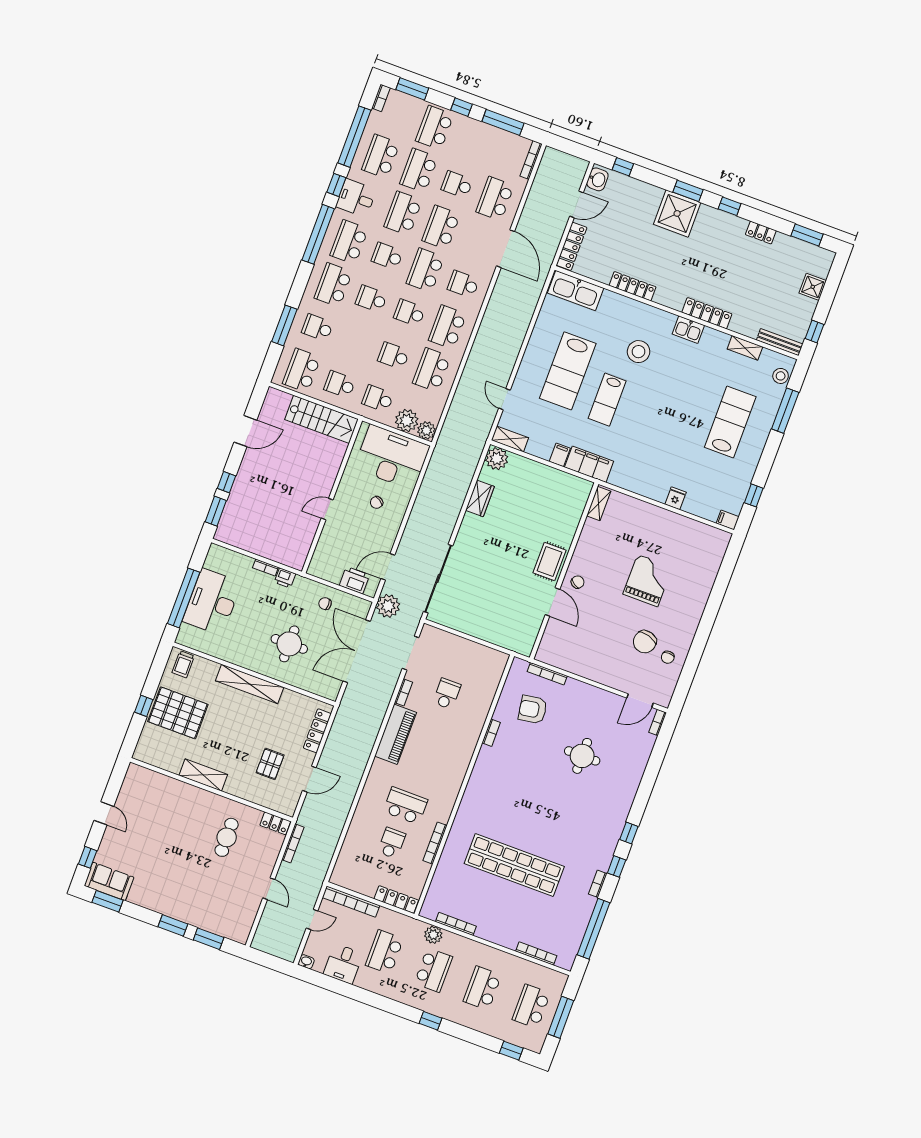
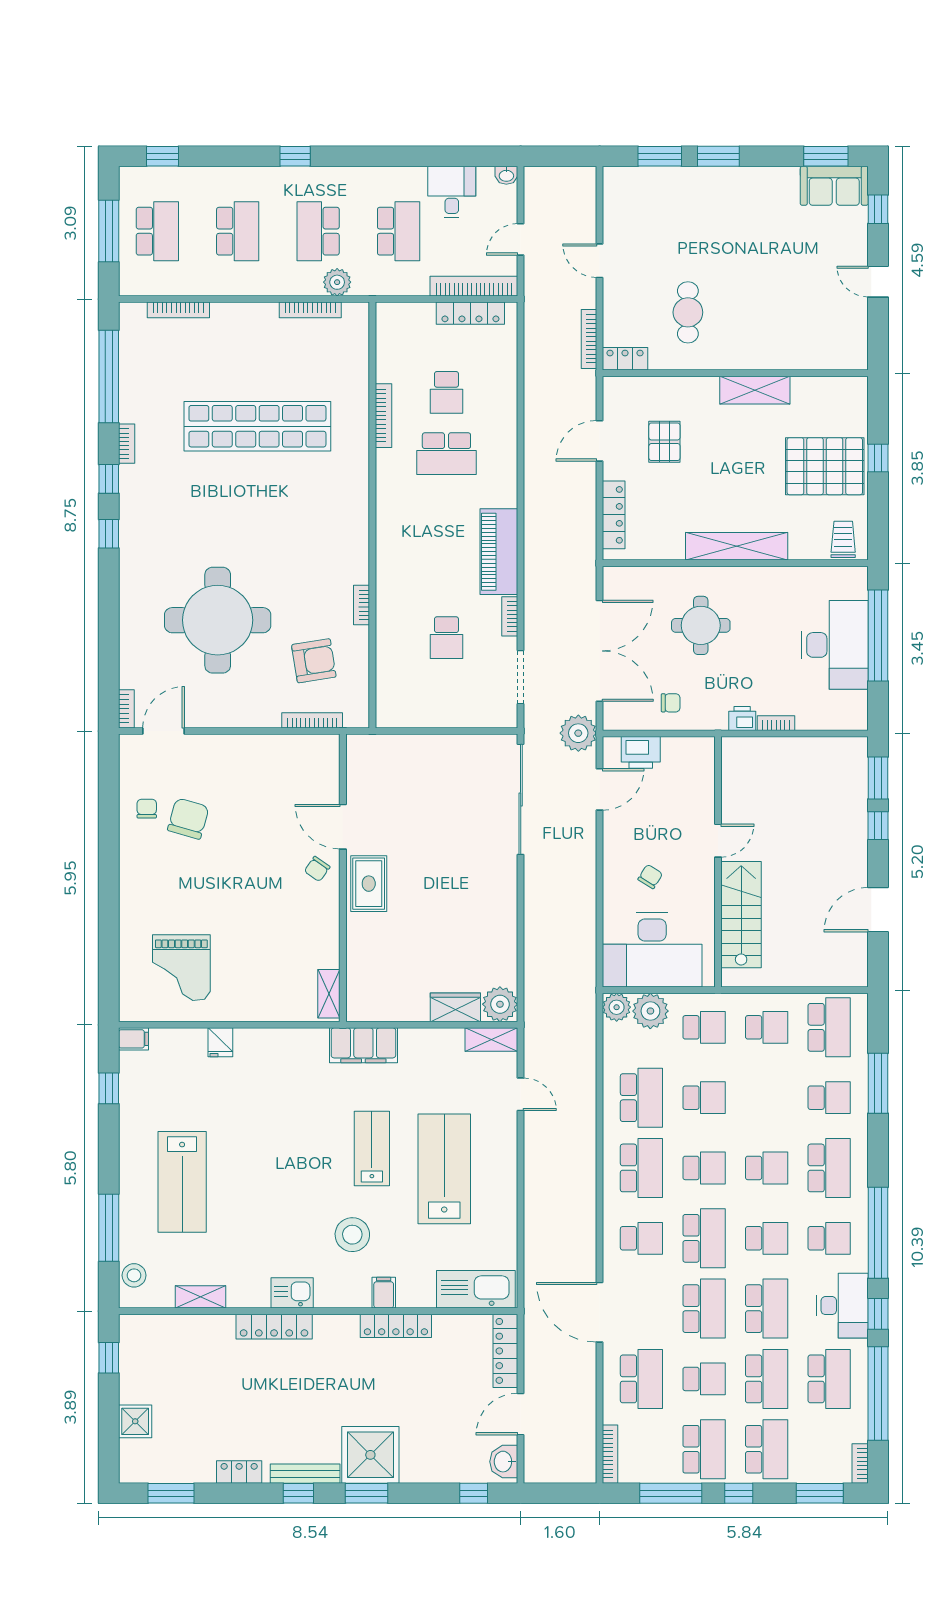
school desk: (473, 142) -> (704, 1449), added
desk: (356, 198) -> (843, 1306), width x1.37
school desk: (349, 242) -> (829, 1238), width x0.54
bench: (780, 342) -> (305, 1474), moved
stairs: (321, 419) -> (741, 915), moved, turned 90
filing cabinet: (560, 455) -> (384, 1293), moved, turned 180
wardrobe: (480, 498) -> (455, 1007), moved, turned 90
grand piano: (648, 580) -> (181, 968), moved
round table: (582, 756) -> (218, 620), width x1.86, depth x1.86
locker: (396, 900) -> (470, 313), moved

